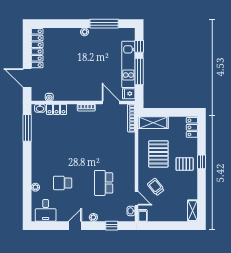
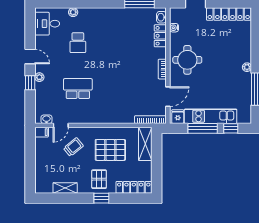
round table: (78, 85) -> (187, 60), added
locker: (192, 127) -> (134, 187), width x1.53
school desk: (63, 183) -> (78, 43), turned 180
shelving: (192, 211) -> (65, 188), moved
window: (112, 226) -> (30, 83), moved

